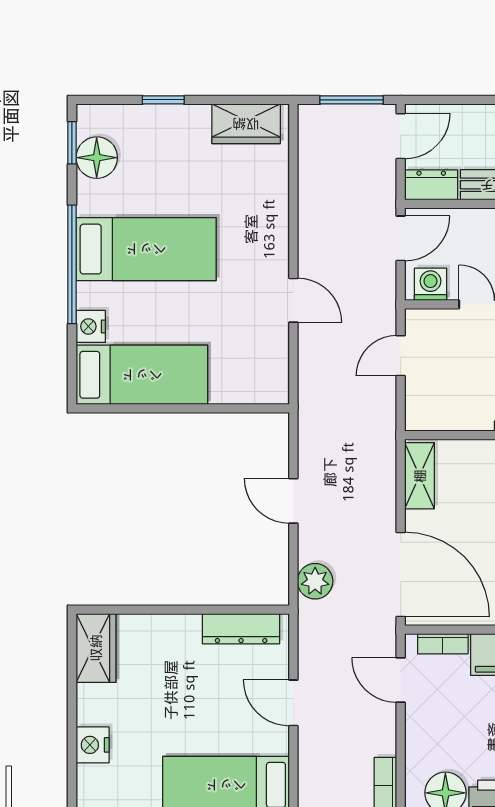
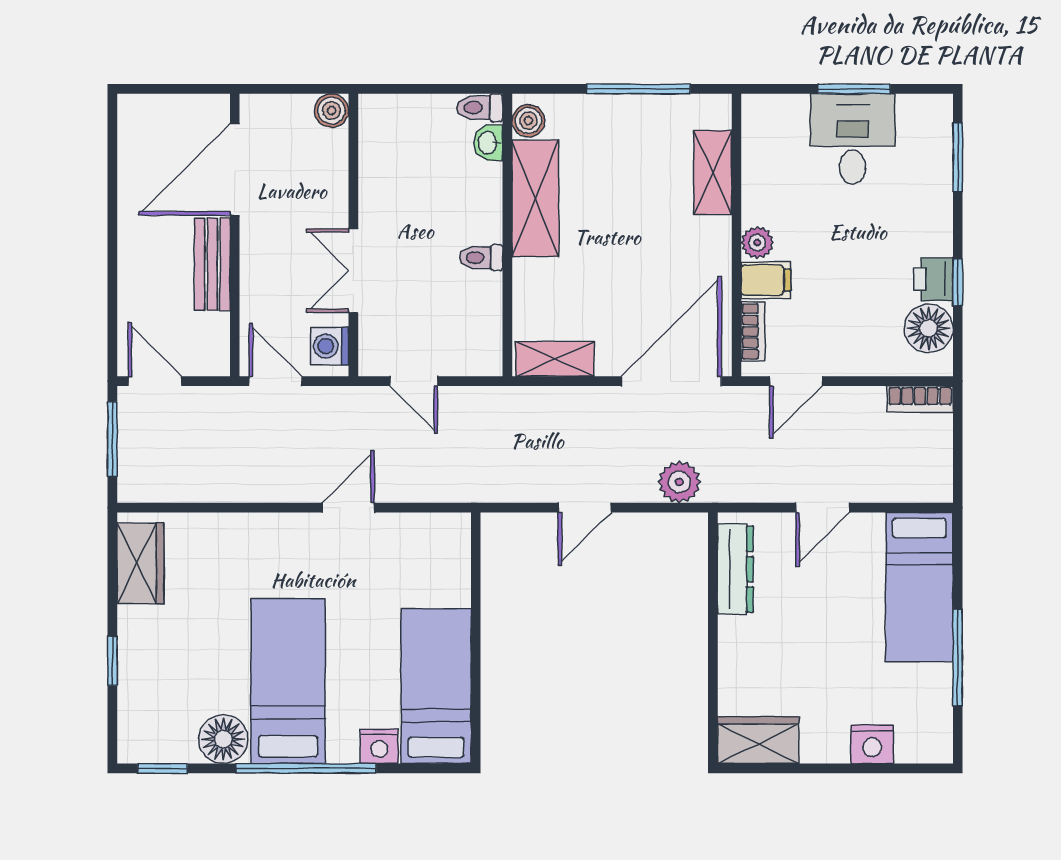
floor lamp: (97, 158) -> (223, 739), moved
dresser: (431, 185) -> (212, 345), removed

